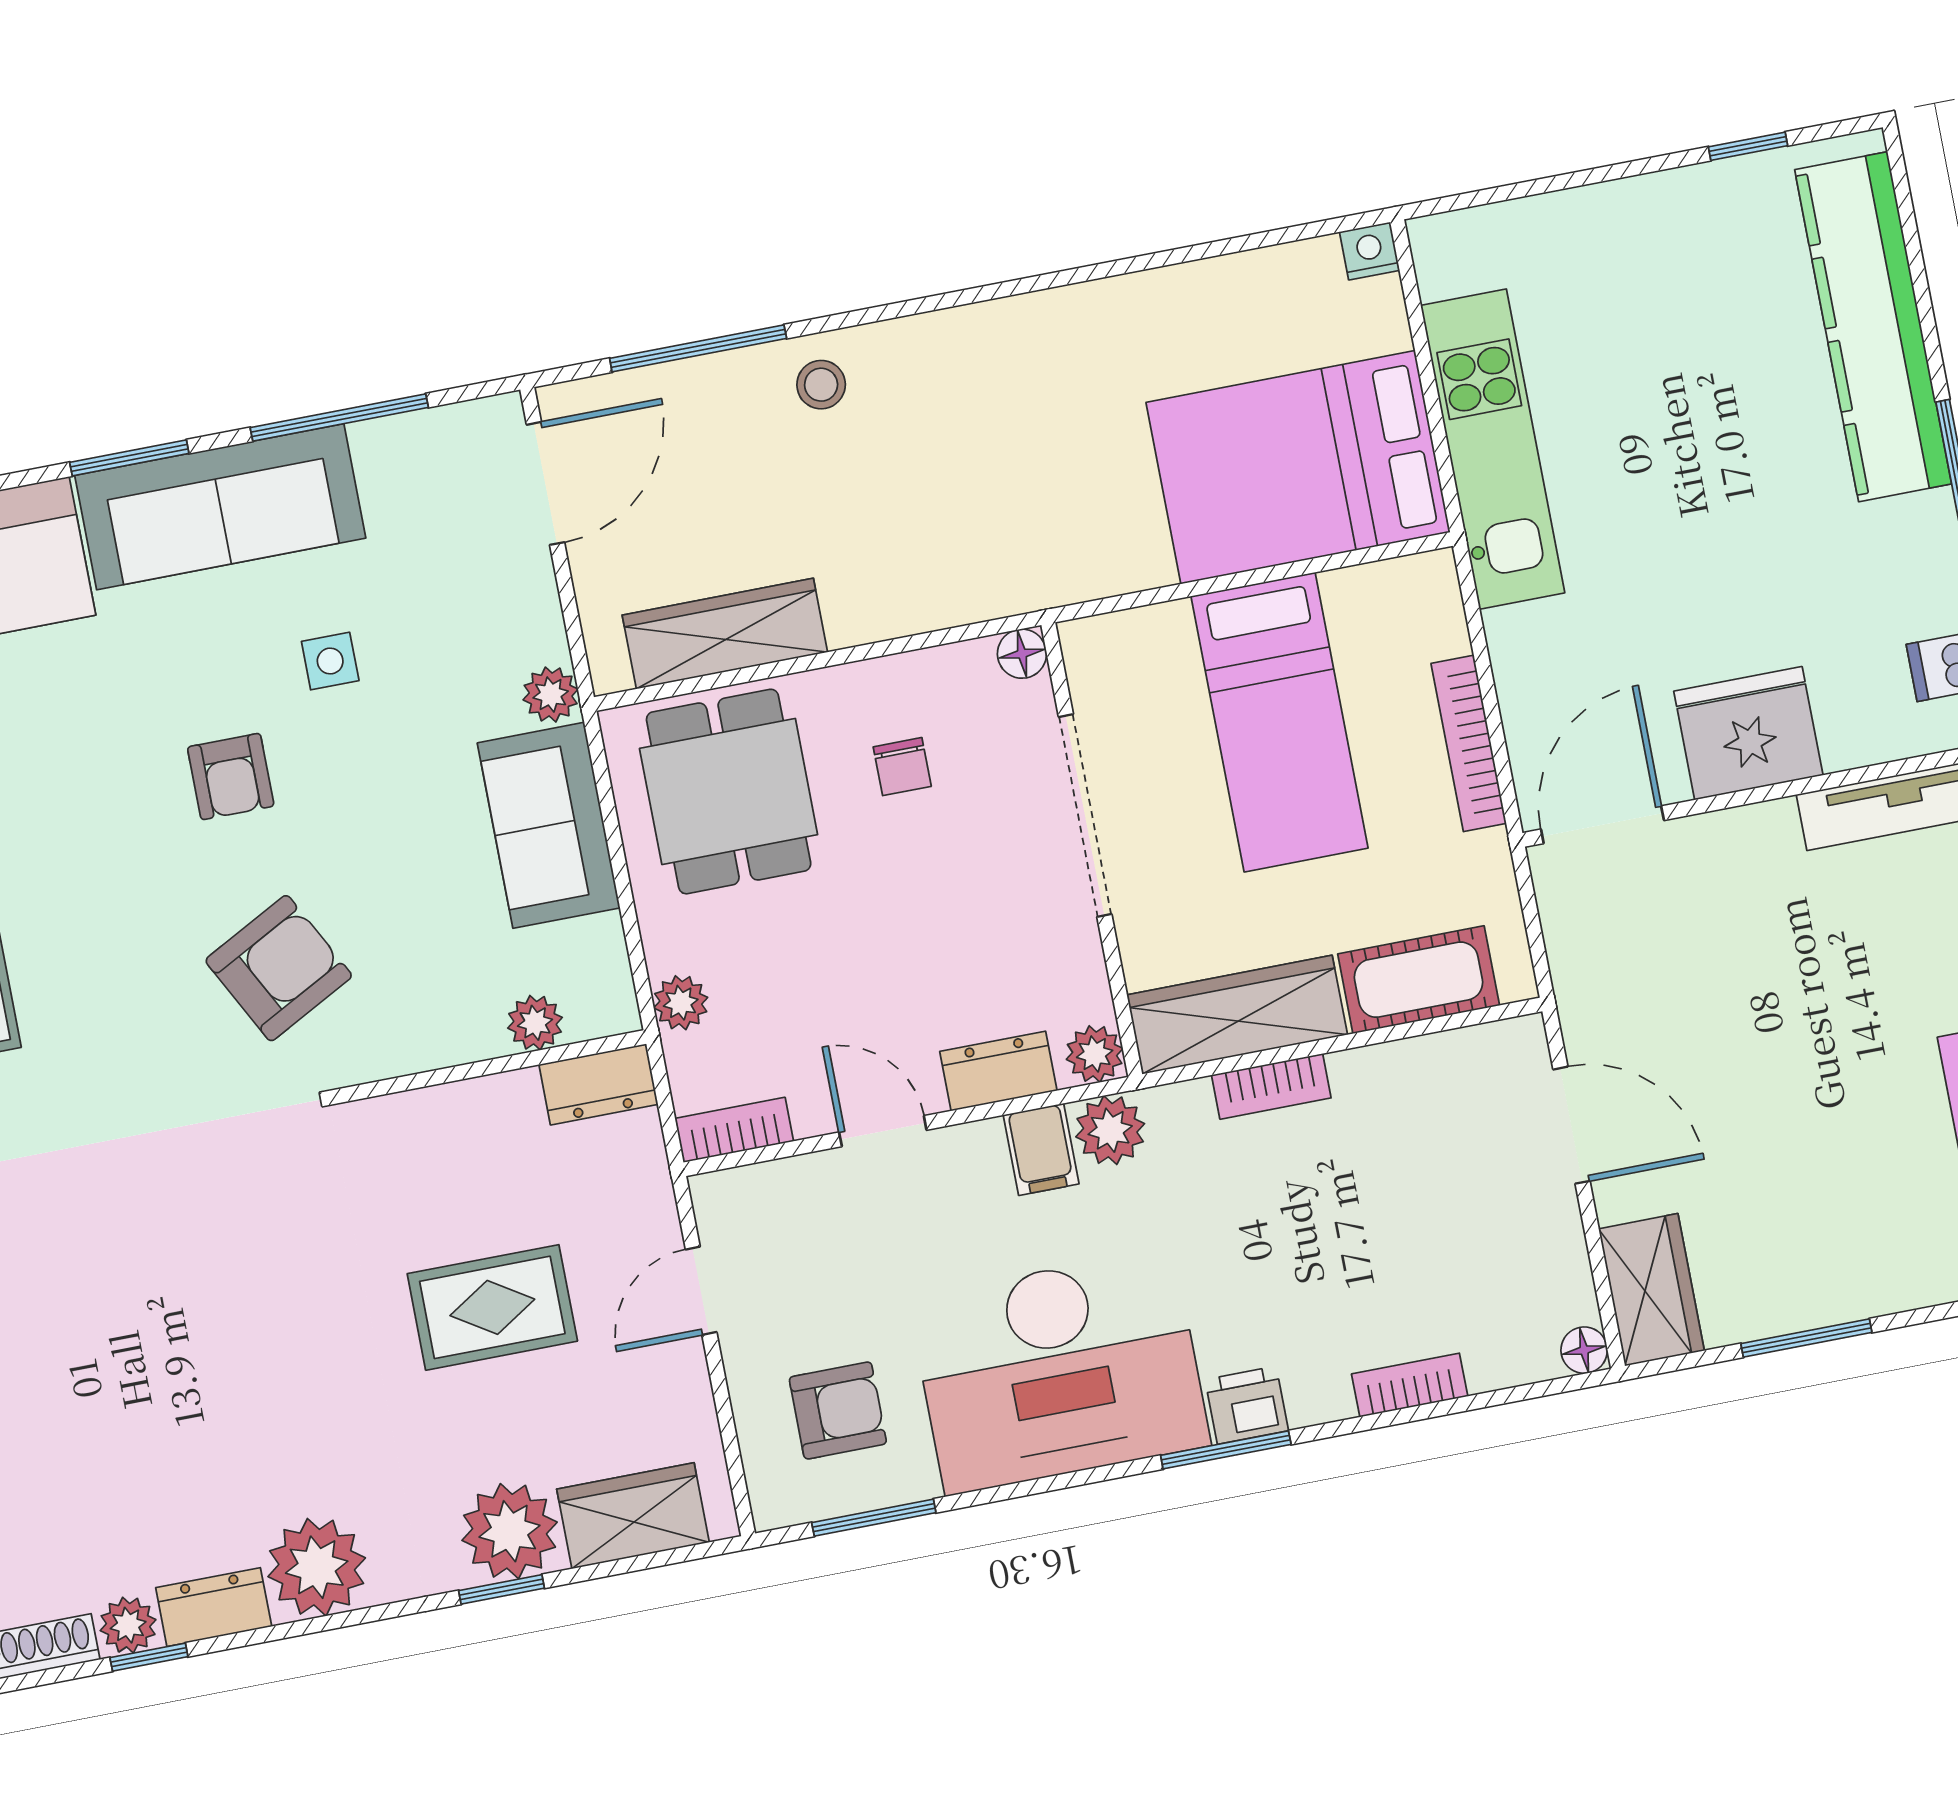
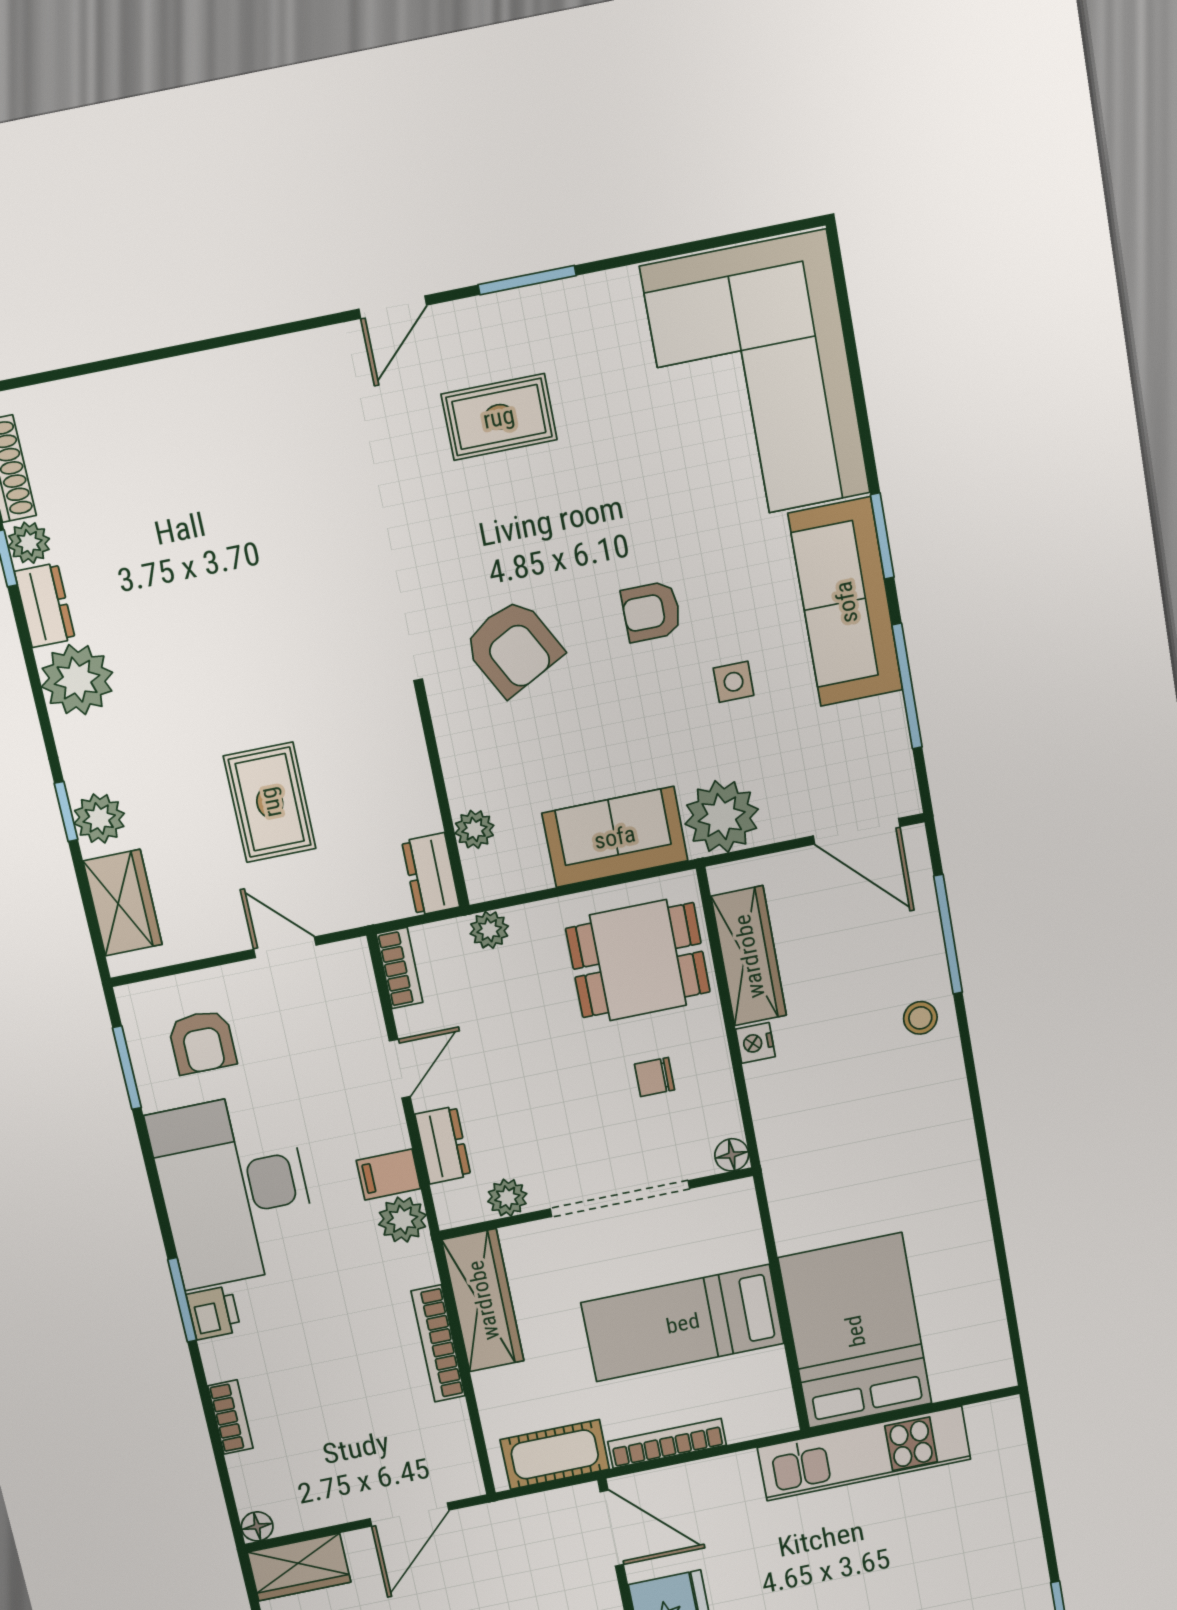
nightstand: (1370, 251) -> (755, 1043), moved, turned 180
plant: (551, 695) -> (722, 817), width x1.88, depth x1.88
cot: (1419, 980) -> (555, 1454), moved, turned 90
plant: (1095, 1054) -> (507, 1198), moved
bookcase: (1271, 1086) -> (438, 1344), width x1.56
plant: (510, 1531) -> (99, 818), width x0.73, depth x0.73

